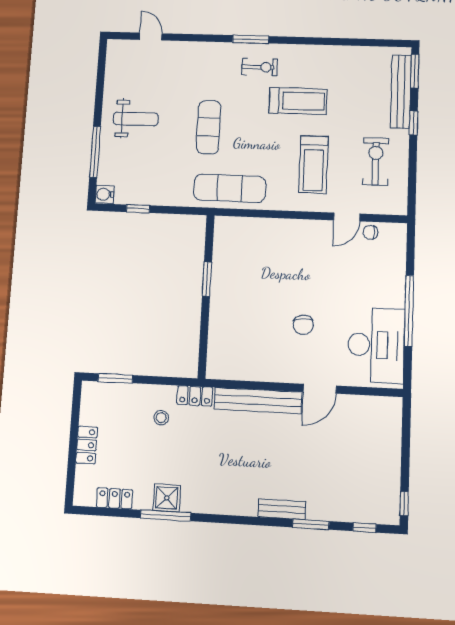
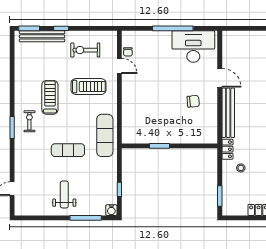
chair: (303, 325) -> (193, 101), moved

